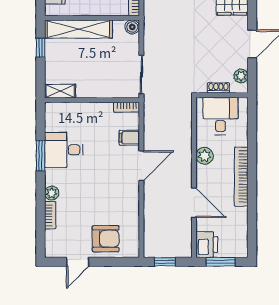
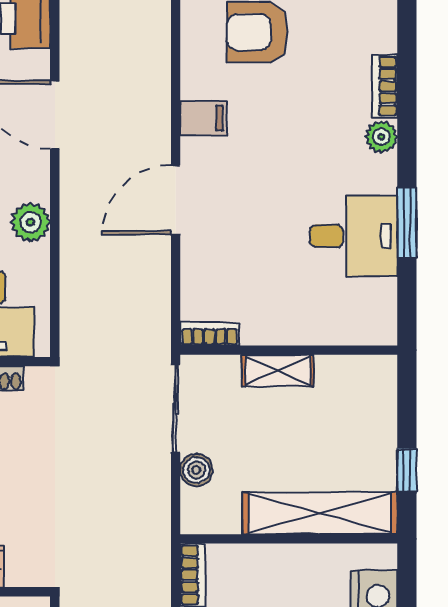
boiler: (132, 27) -> (196, 470), moved
shelving: (60, 91) -> (278, 371), moved
filing cabinet: (129, 138) -> (203, 118), moved

